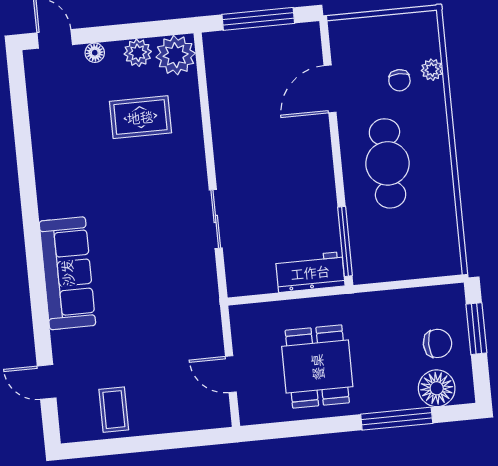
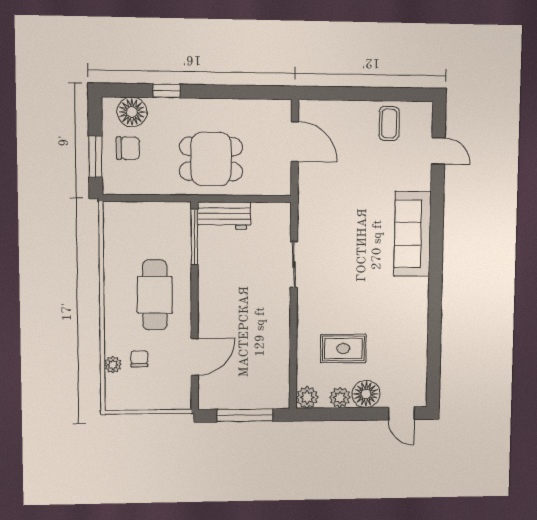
floor lamp: (95, 53) -> (366, 394), width x1.89, depth x1.89
plant: (176, 55) -> (307, 397), width x0.73, depth x0.73
chair: (438, 343) -> (128, 148), turned 180
dining table: (317, 367) -> (211, 159), moved, turned 90
door: (231, 374) -> (295, 141), width x1.38
window: (397, 419) -> (167, 91), width x0.46

